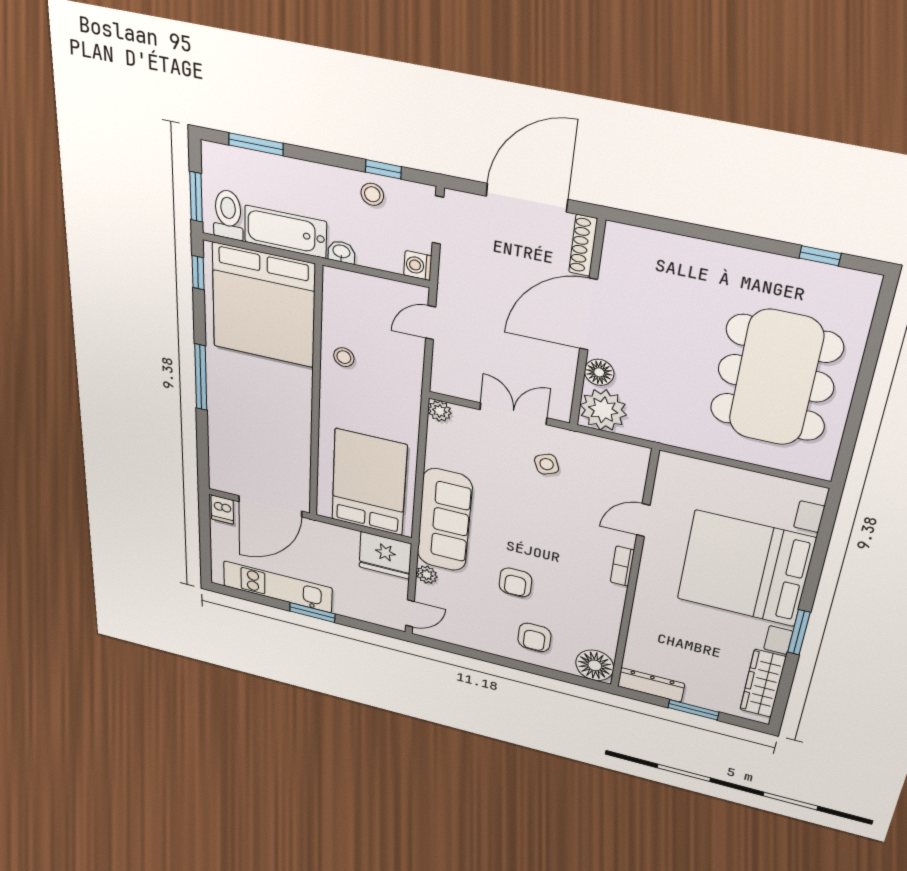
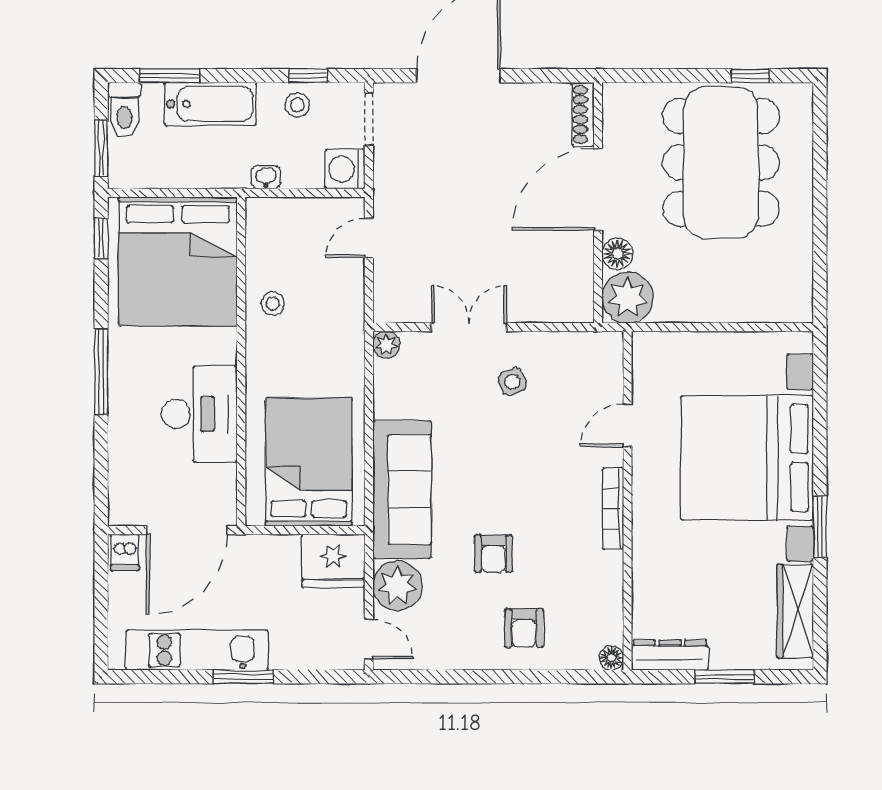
toilet: (228, 215) -> (124, 110), moved, turned 180
bathtub: (286, 232) -> (210, 104), moved, turned 180
shoe rack: (583, 245) -> (583, 115), moved
washing machine: (418, 266) -> (345, 169), width x1.38, depth x1.38
door: (588, 314) -> (598, 189), moved
wall: (587, 326) -> (598, 203), moved
floor lamp: (599, 372) -> (618, 254), moved
dining table: (776, 378) -> (721, 162), moved
plant: (603, 410) -> (628, 298), moved
desk: (281, 427) -> (199, 414), added
bookcase: (622, 566) -> (613, 509), width x1.56
plant: (427, 575) -> (398, 586), width x1.87, depth x1.87
door: (410, 613) -> (369, 639), hinge flipped
floor lamp: (595, 665) -> (611, 658), width x0.53, depth x0.53

